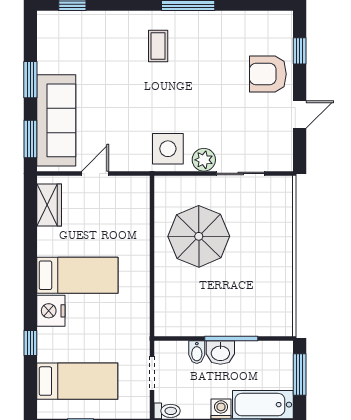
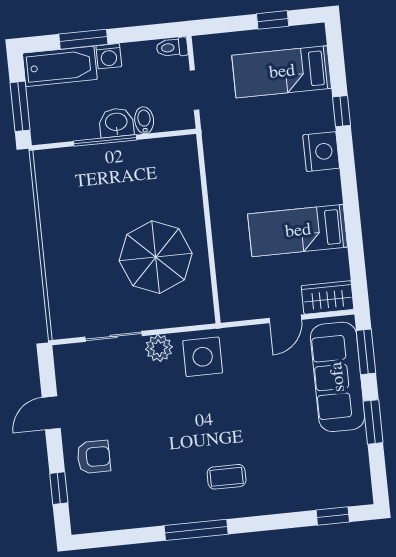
coffee table: (158, 46) -> (227, 477), turned 90
armchair: (268, 74) -> (94, 457), width x0.72, depth x0.72
wardrobe: (49, 205) -> (328, 297), moved, turned 90
bed: (77, 275) -> (298, 231), moved

